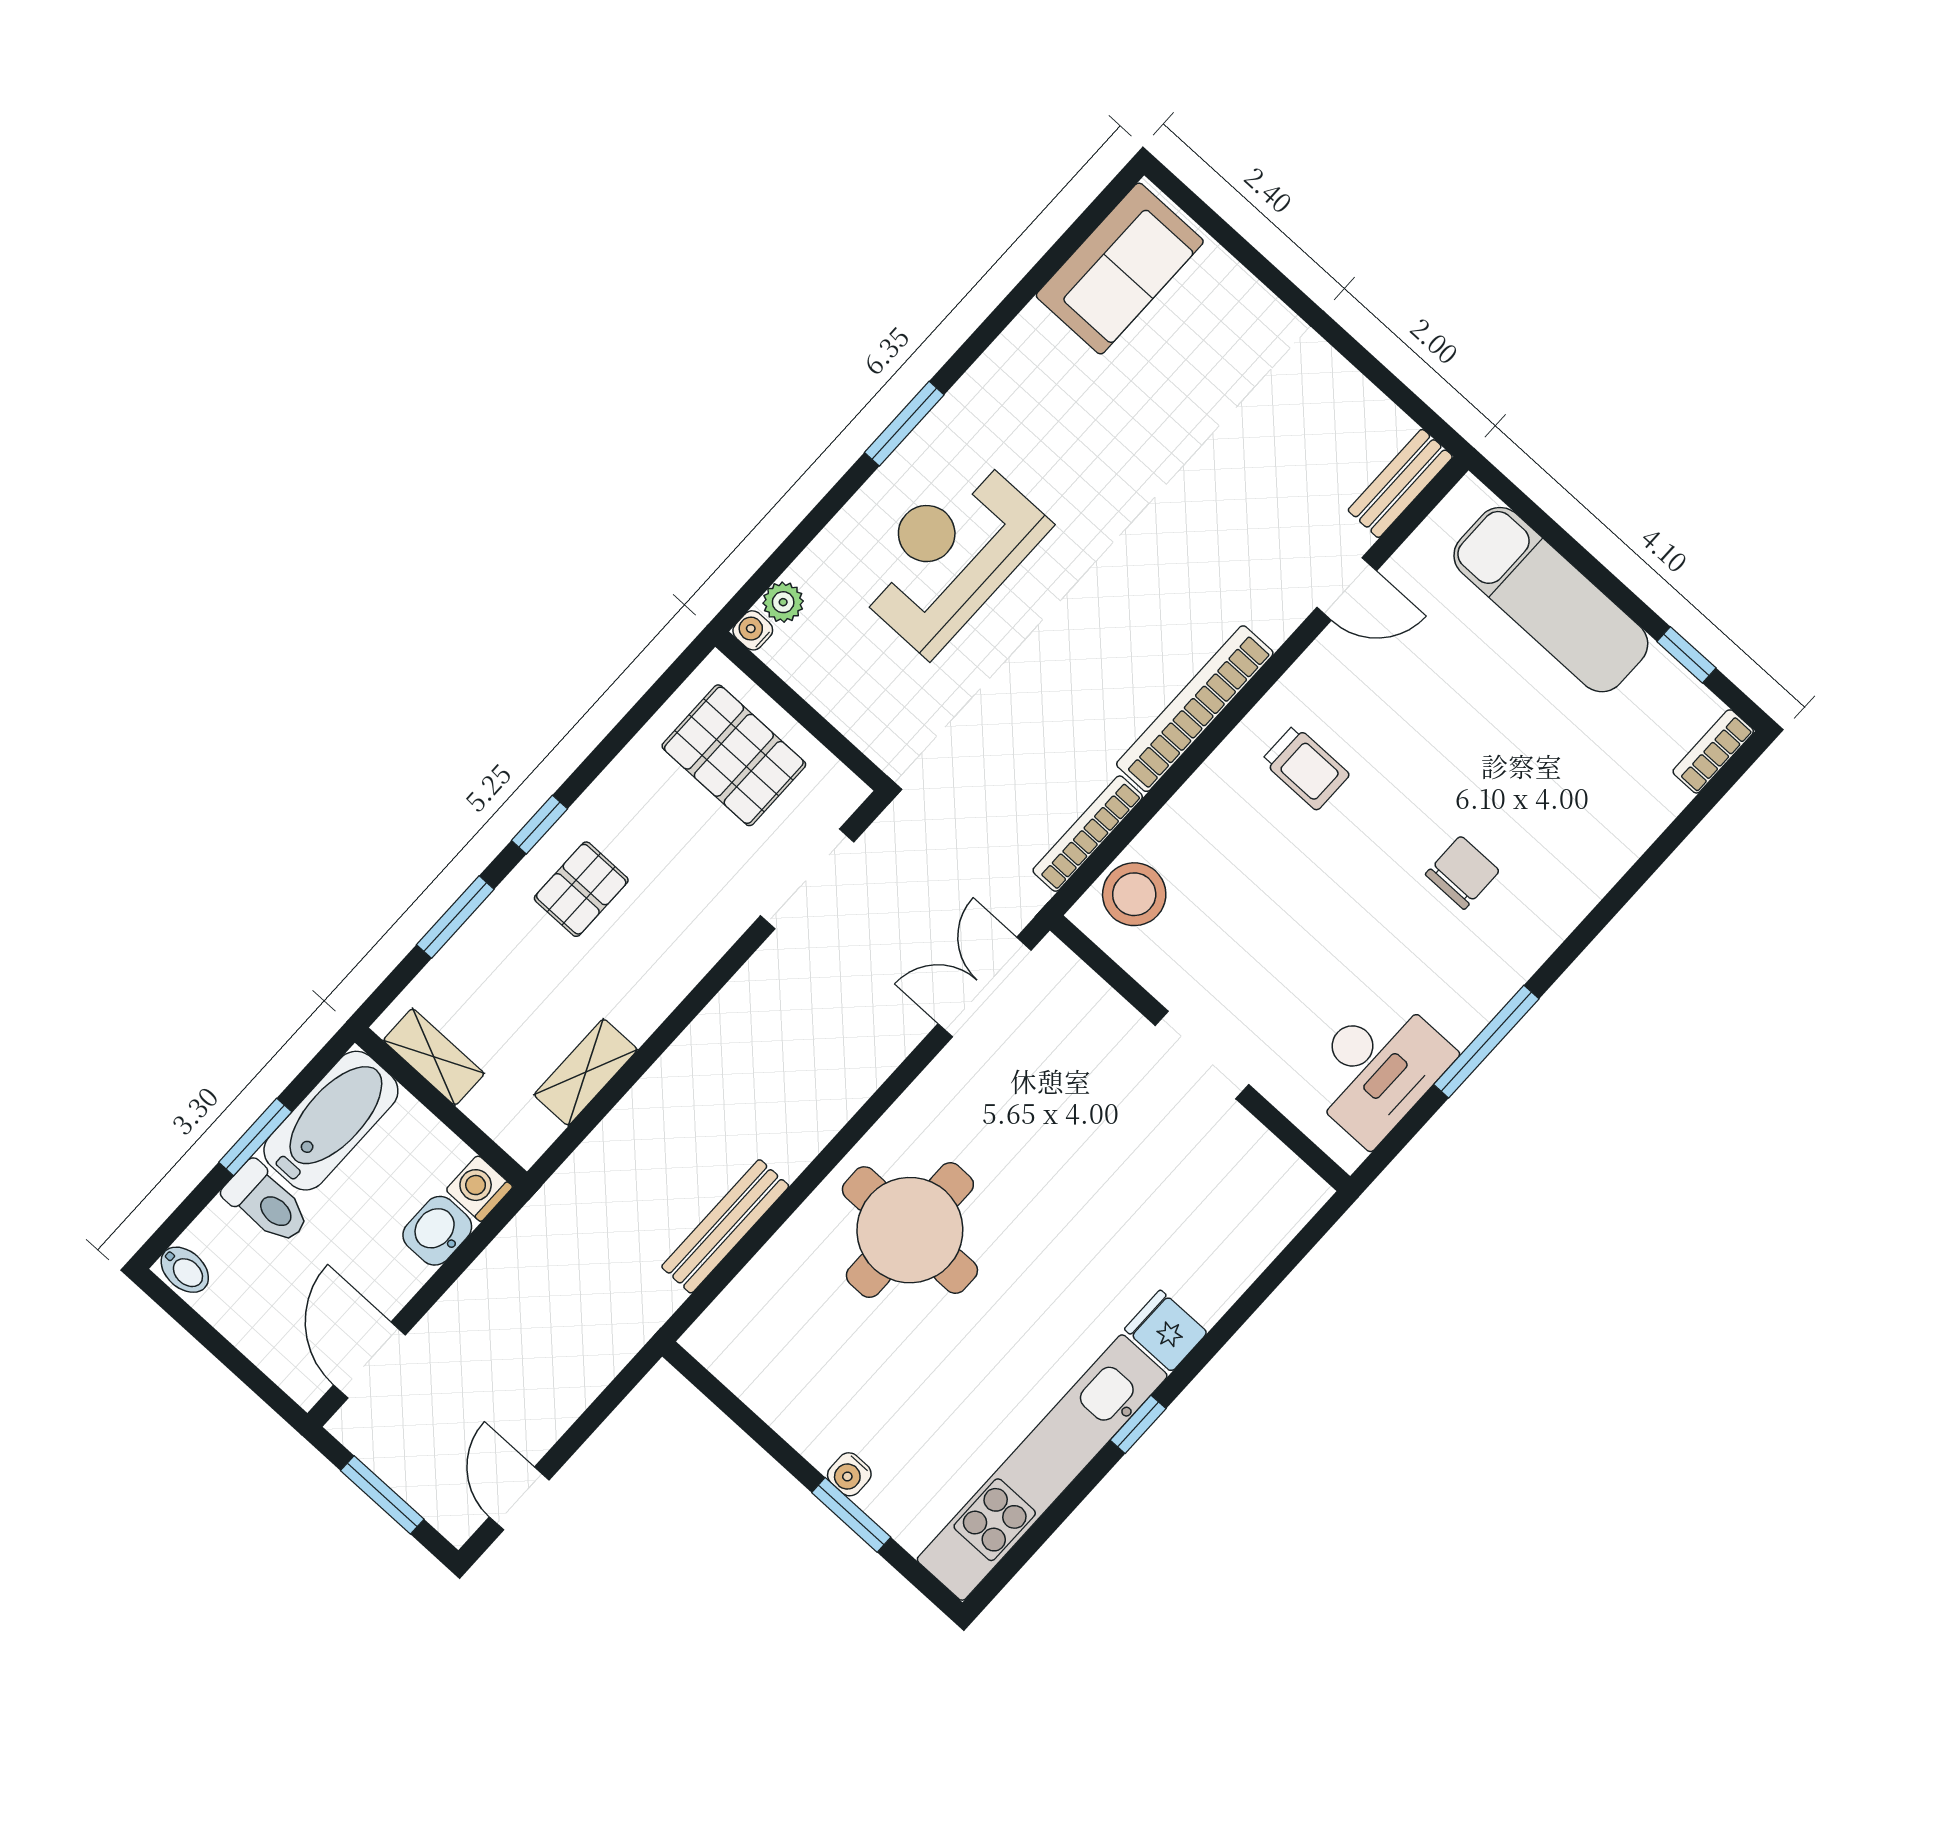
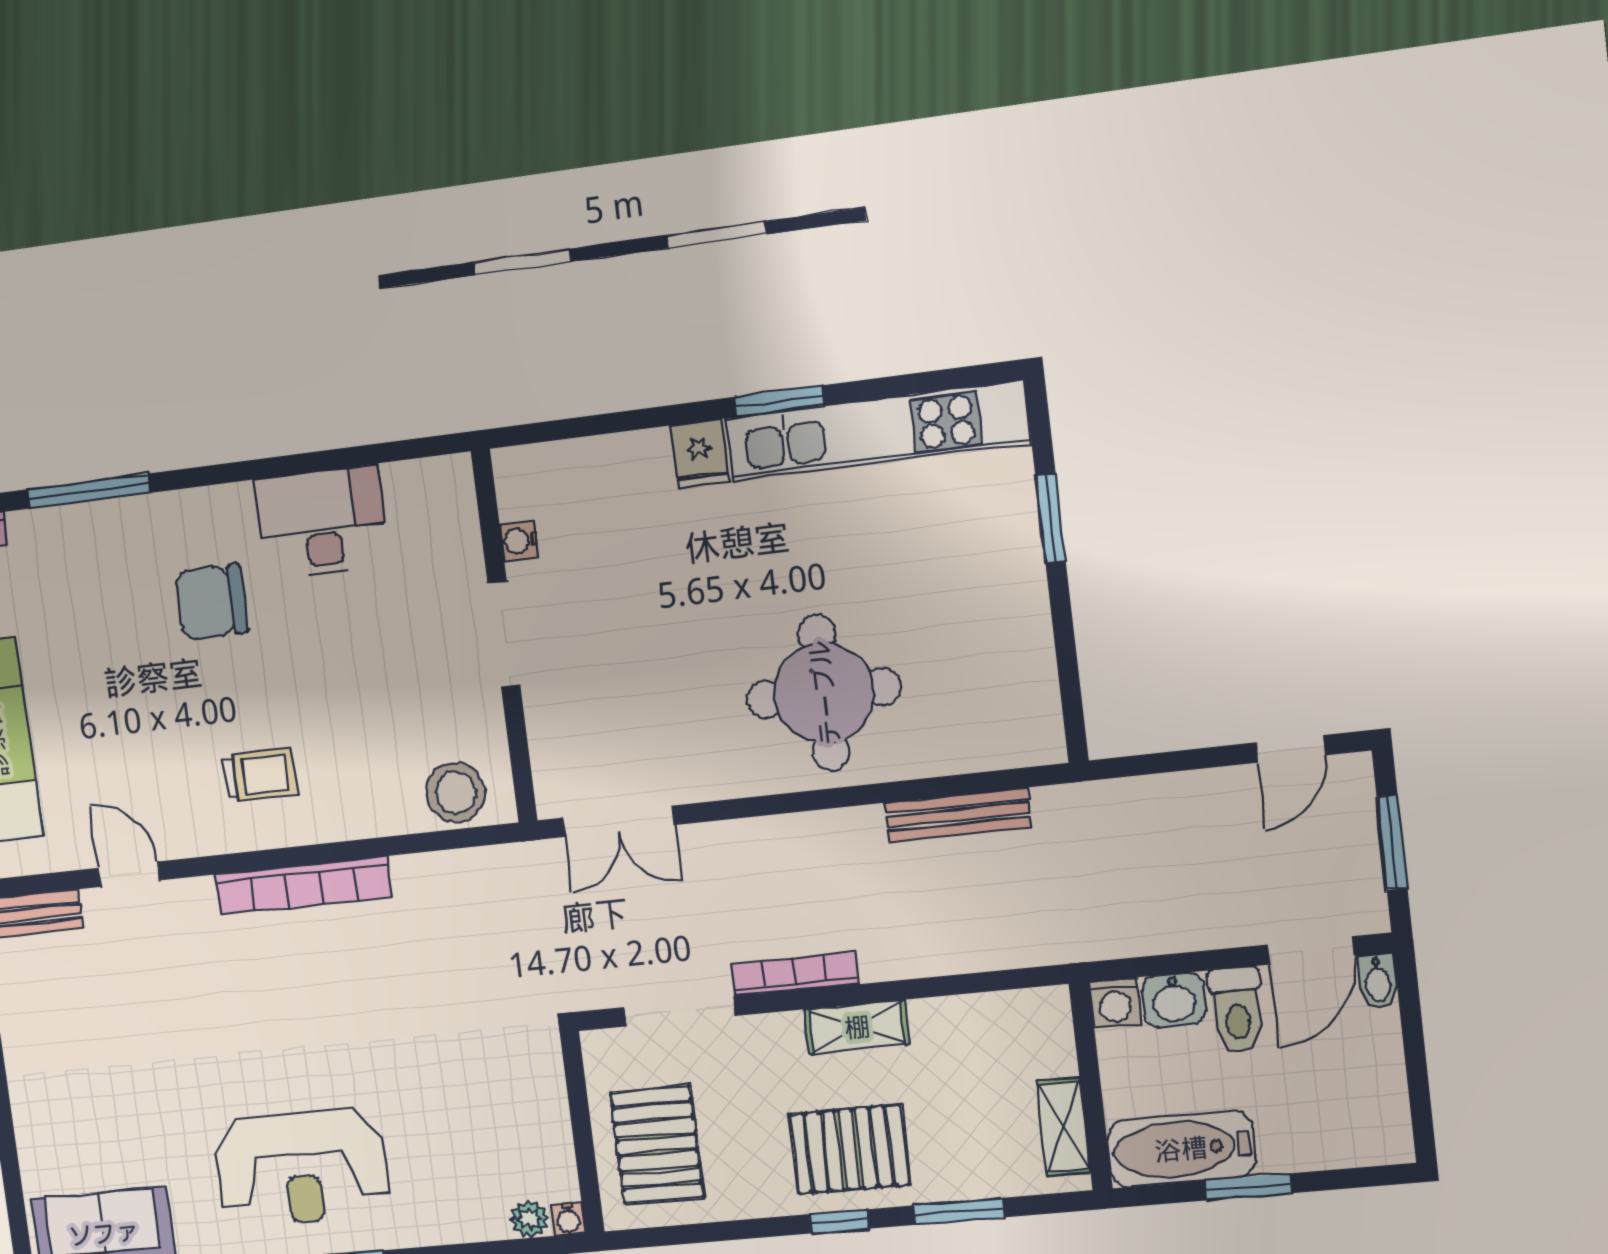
reception desk: (949, 554) -> (301, 1167), moved
trolley: (1306, 768) -> (260, 775), turned 90
bookcase: (1088, 834) -> (795, 974), moved, turned 180
chair: (1462, 873) -> (211, 602), width x1.37, depth x1.37
pallet: (581, 889) -> (849, 1149), width x1.50, depth x1.42
window: (1486, 1042) -> (89, 491), moved
desk: (1377, 1068) -> (322, 522), moved
shelving: (586, 1072) -> (857, 1027), moved
toilet: (267, 1203) -> (1237, 1010), moved, turned 180
bidet: (185, 1270) -> (1378, 981), moved, turned 180
window: (1138, 1424) -> (779, 401), width x1.50
water cooler: (849, 1474) -> (519, 541), moved, turned 180

